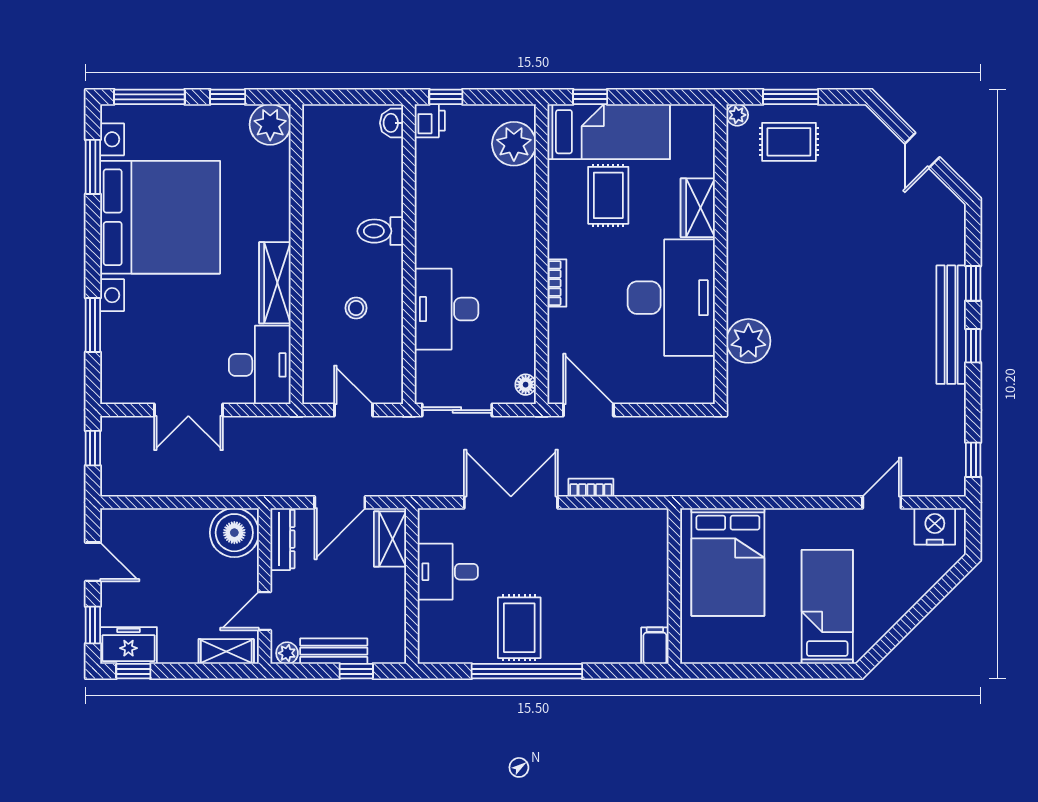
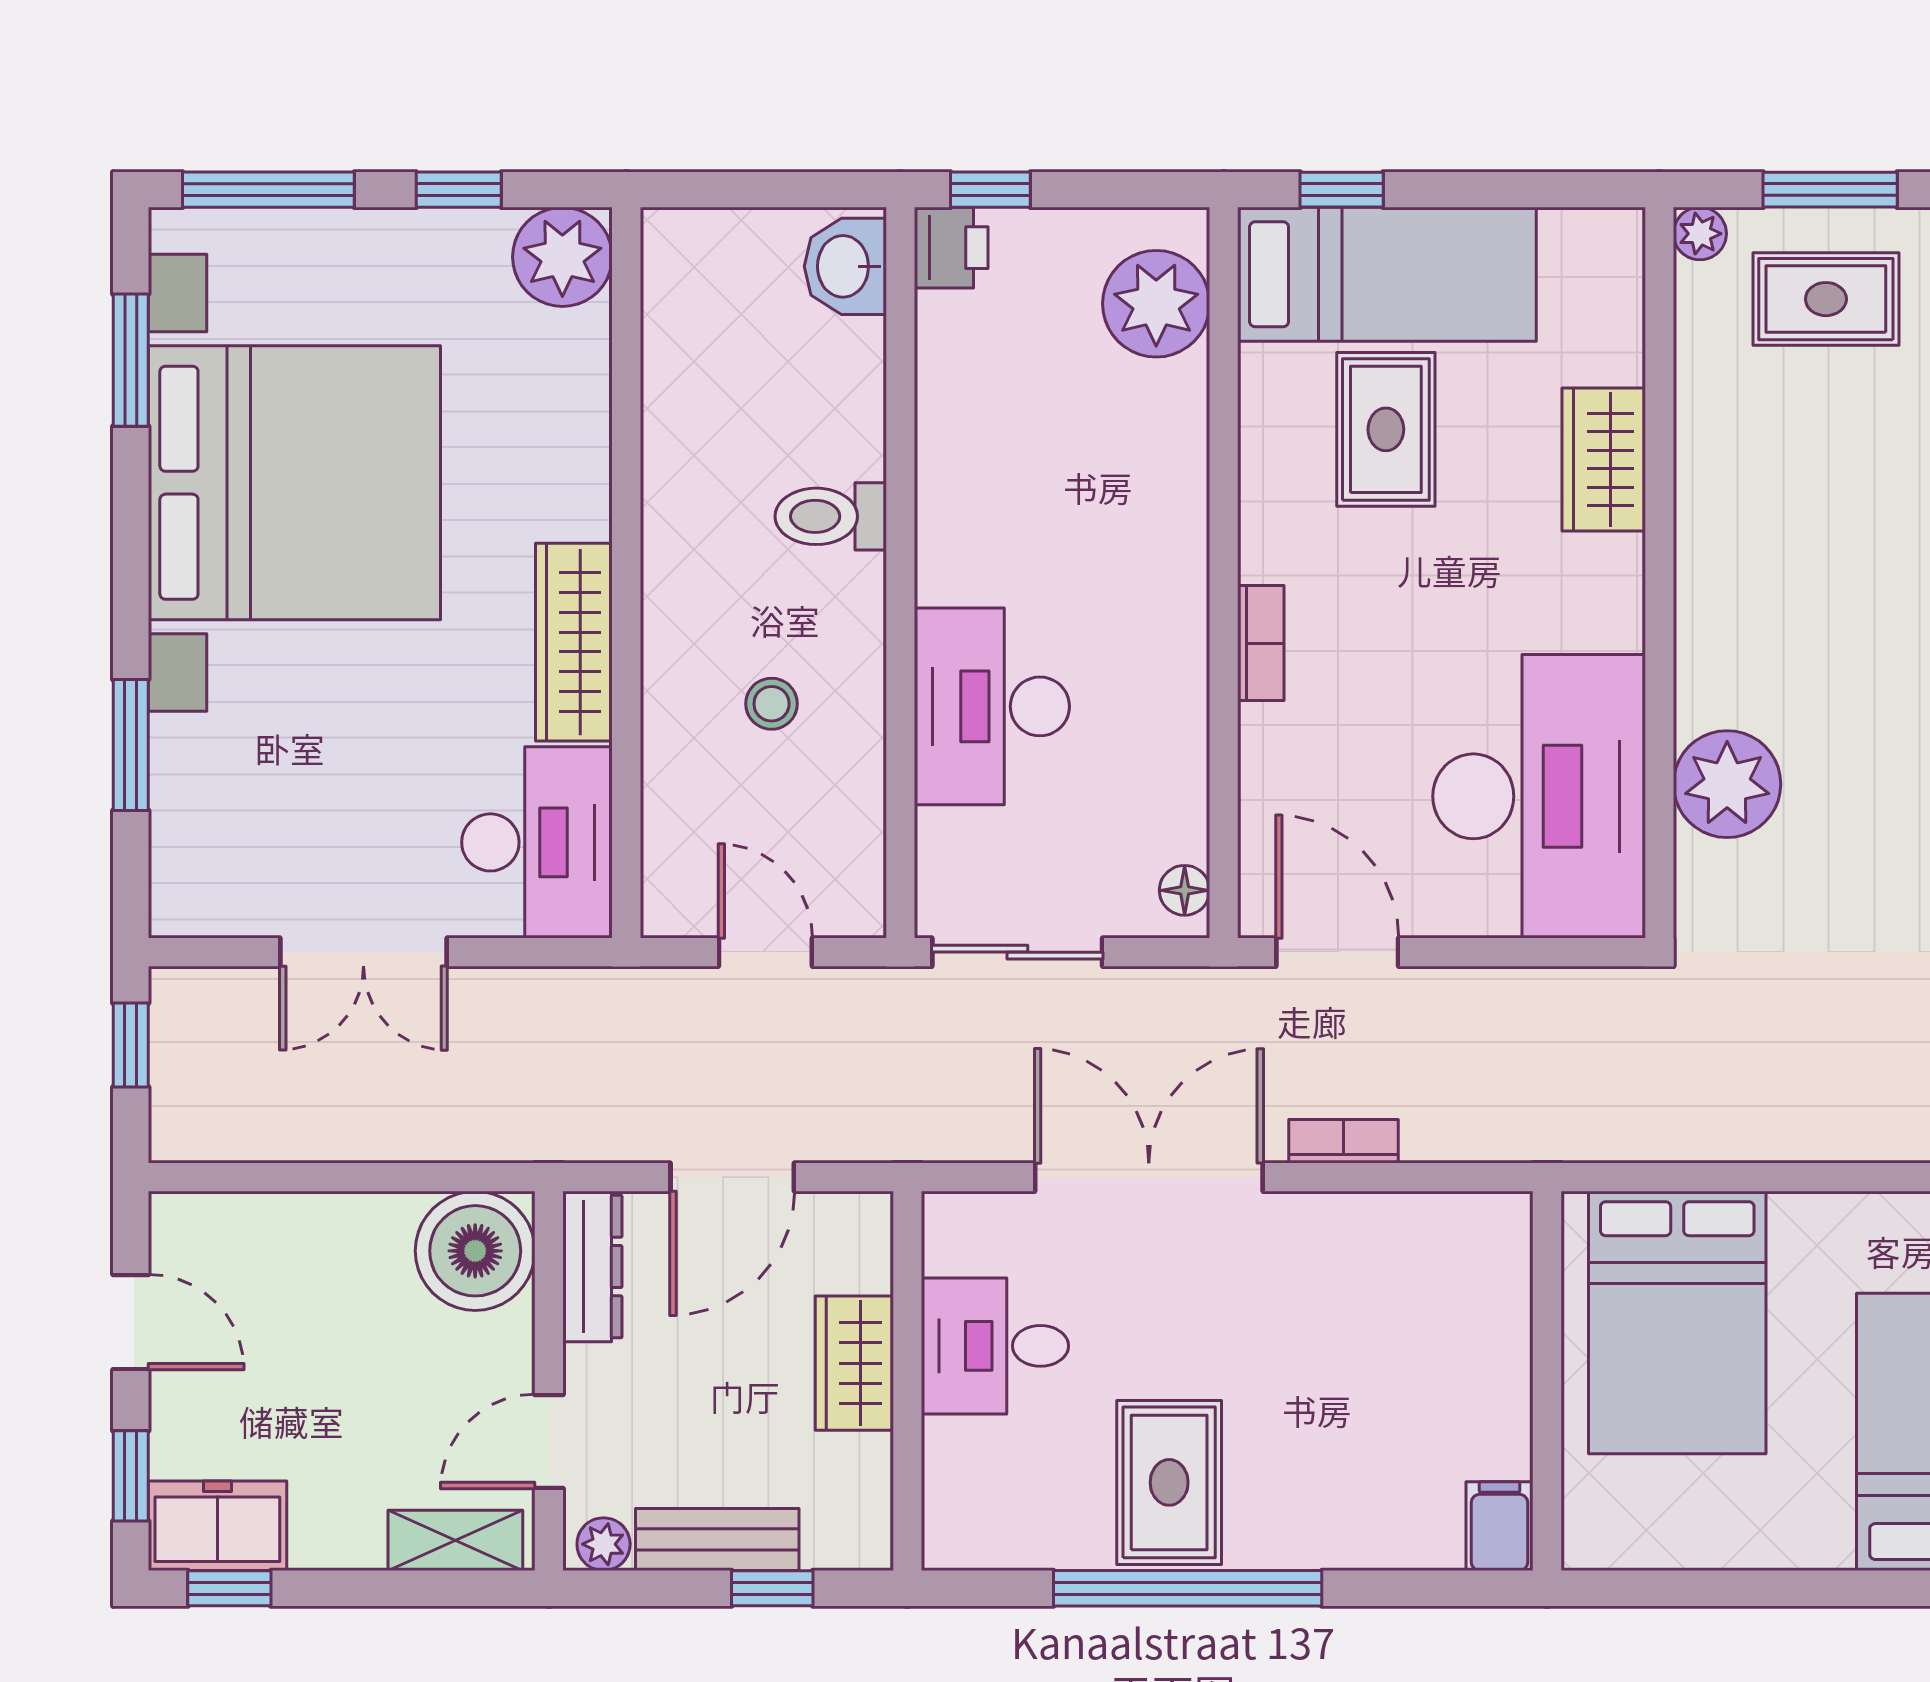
washbasin: (392, 123) -> (845, 266), width x1.38, depth x1.45
desk: (671, 298) -> (1539, 796), moved
wardrobe: (390, 539) -> (854, 1363), moved

